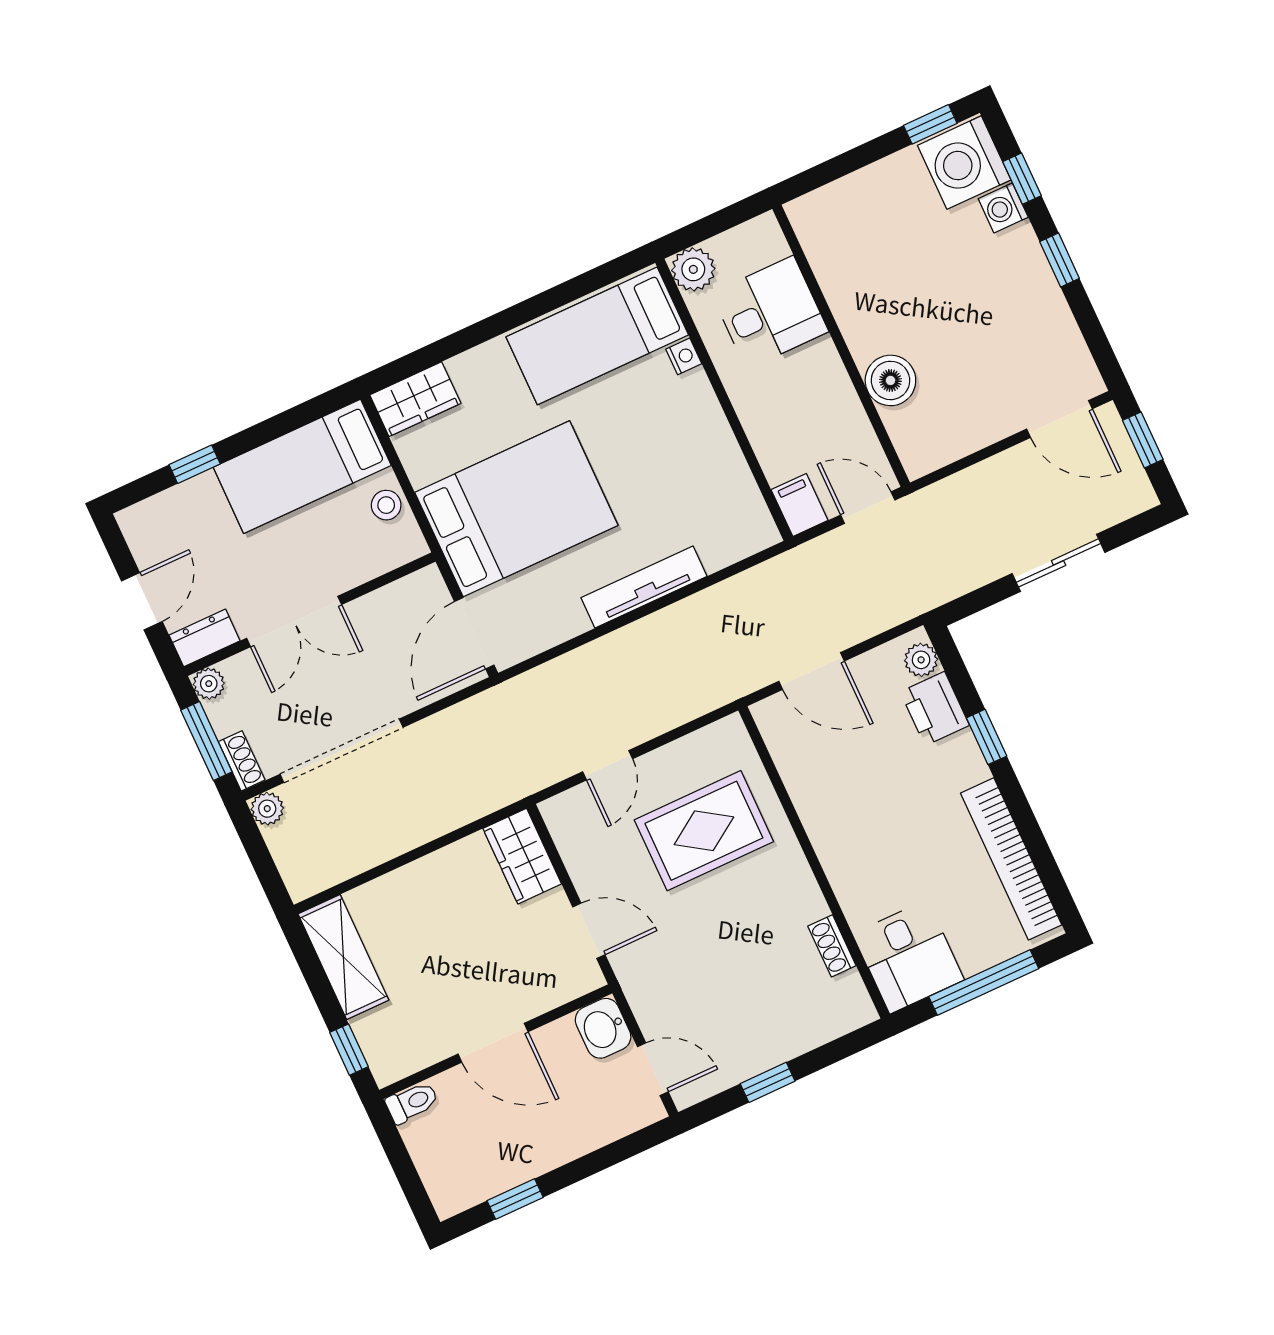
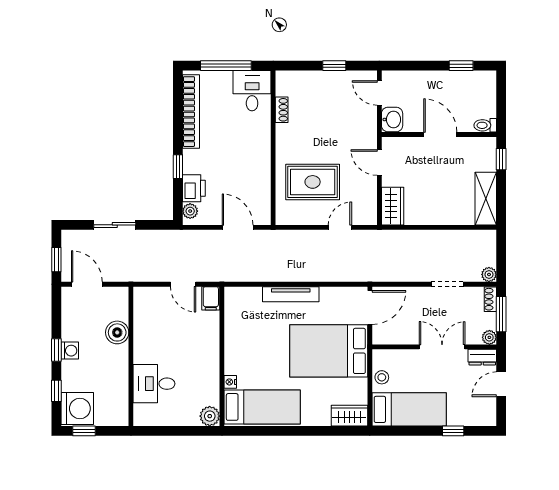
washing machine: (1003, 208) -> (70, 351), moved
desk: (770, 312) -> (154, 384), moved
wall: (841, 346) -> (131, 356), moved
boiler: (890, 380) -> (117, 332), moved
doorway: (342, 751) -> (447, 284), width x0.53

